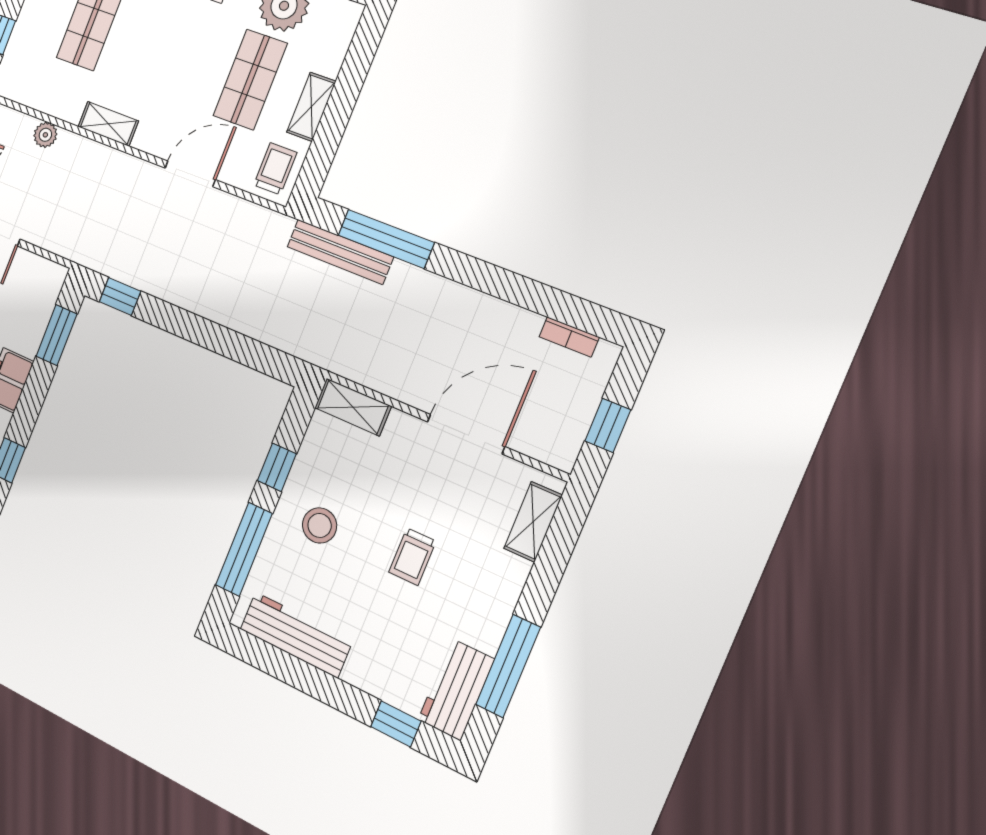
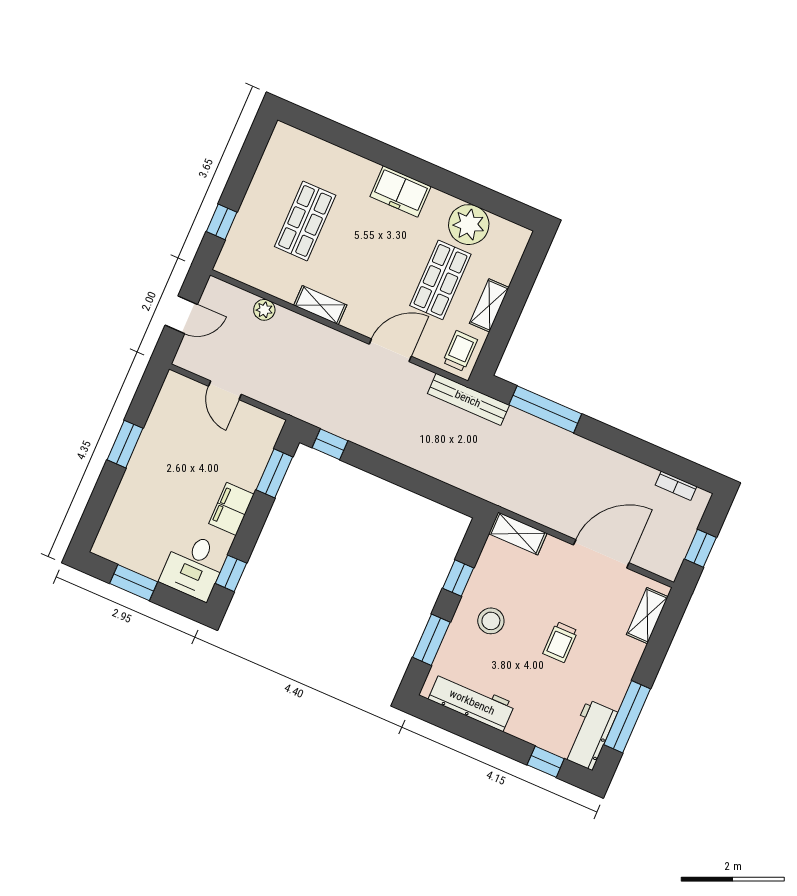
bench: (340, 252) -> (468, 399), moved
window: (244, 549) -> (431, 640), width x0.69

